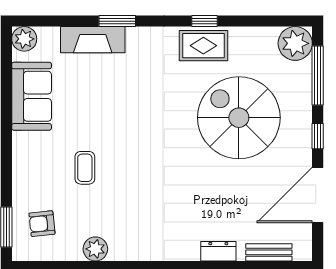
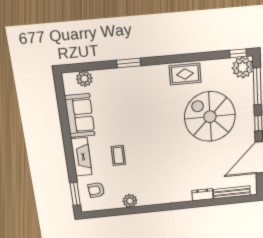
window: (204, 21) -> (238, 53), moved
plant: (24, 39) -> (84, 79), moved
fireplace: (93, 40) -> (81, 157), moved, turned -90
bench: (269, 252) -> (232, 192), width x1.36

